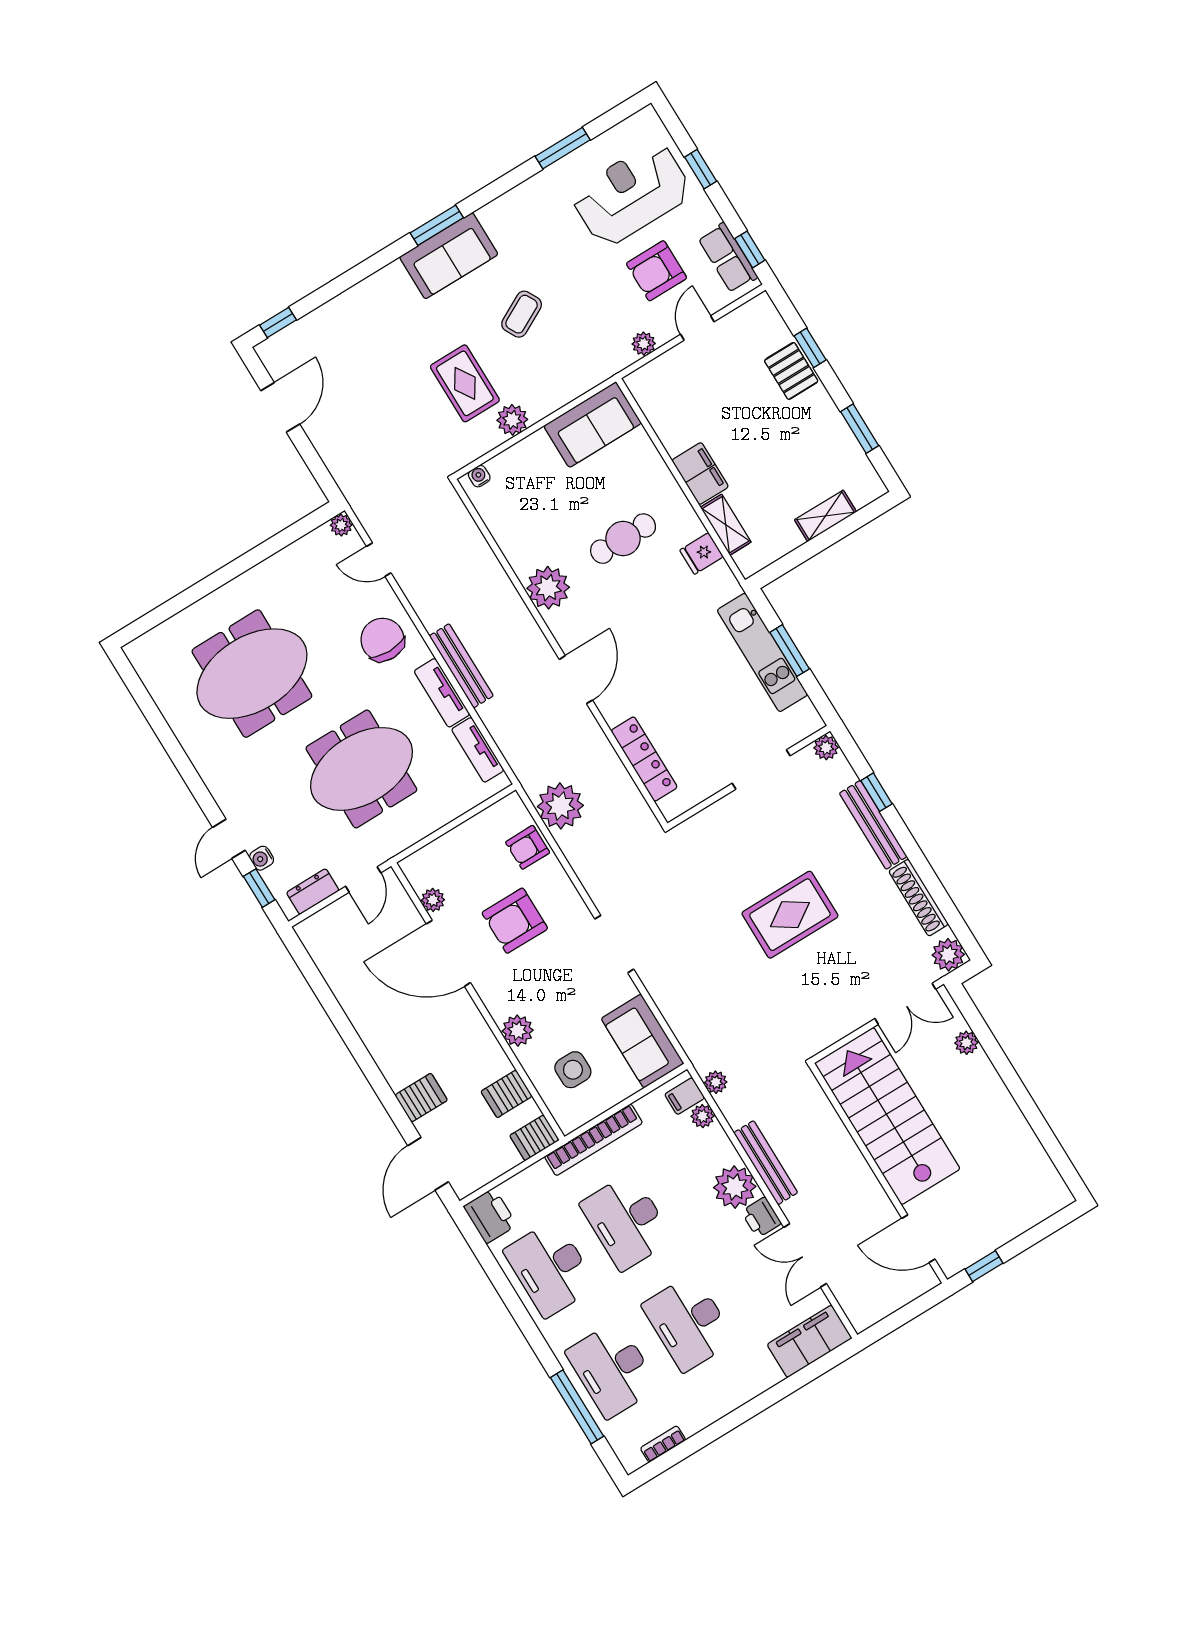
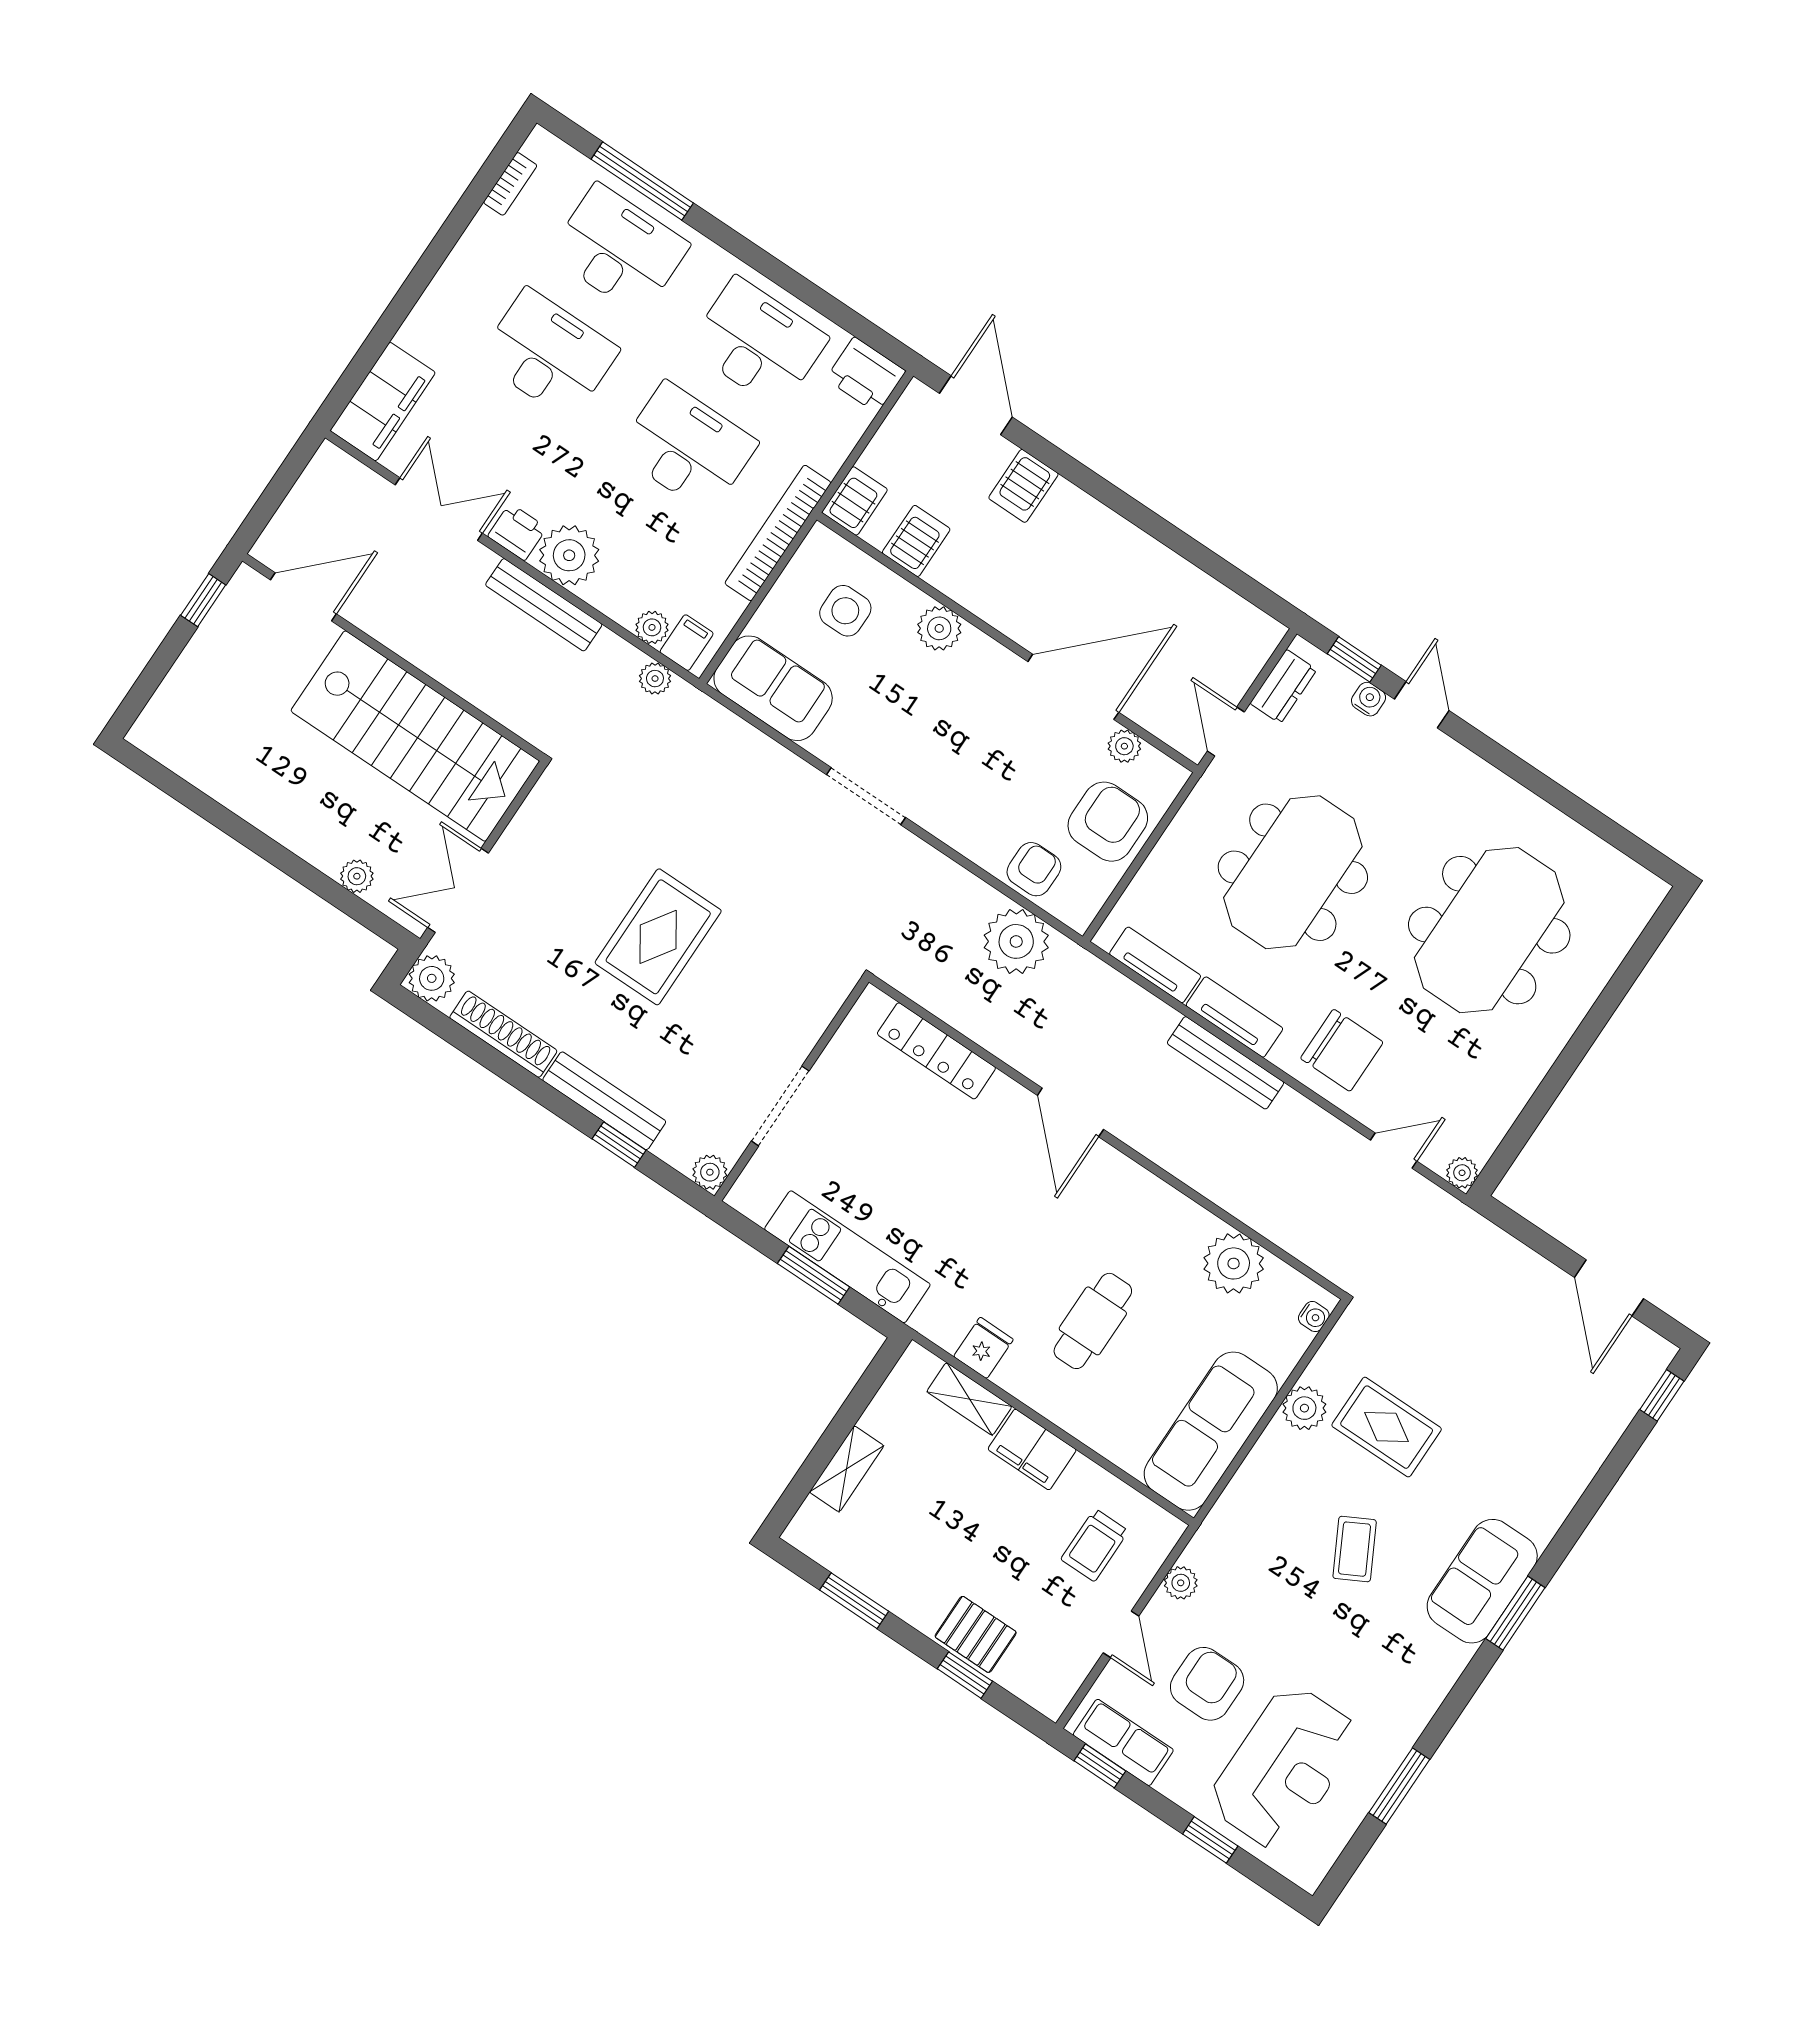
trolley: (688, 393) -> (1095, 1545), added
sofa: (593, 425) -> (1211, 1431), width x1.36
plant: (548, 588) -> (1234, 1263), moved
armchair: (515, 921) -> (1108, 822), moved

